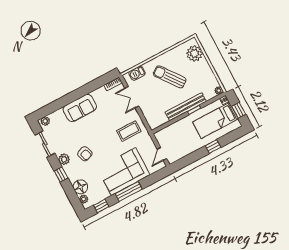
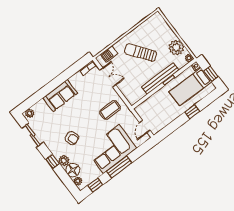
plant: (195, 53) -> (176, 48), moved
double door: (132, 97) -> (108, 77), swing flipped
plant: (64, 159) -> (64, 161), moved

